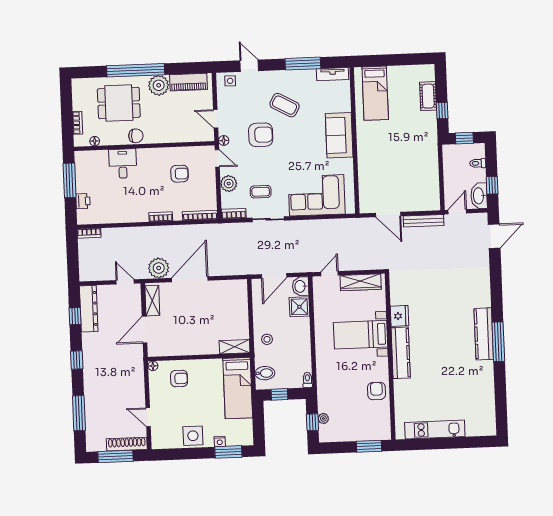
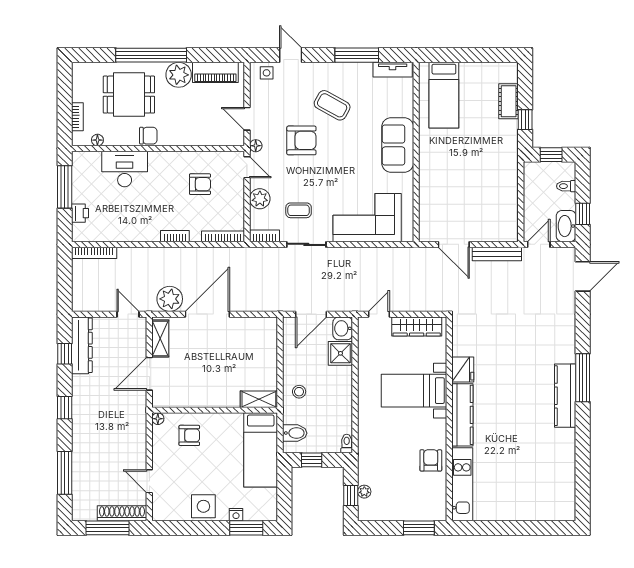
desk: (123, 164) -> (125, 169), width x1.37
bookcase: (89, 233) -> (94, 253), width x1.56
window: (498, 342) -> (583, 378), moved
kitchen unit: (435, 430) -> (462, 484), moved, turned 90

